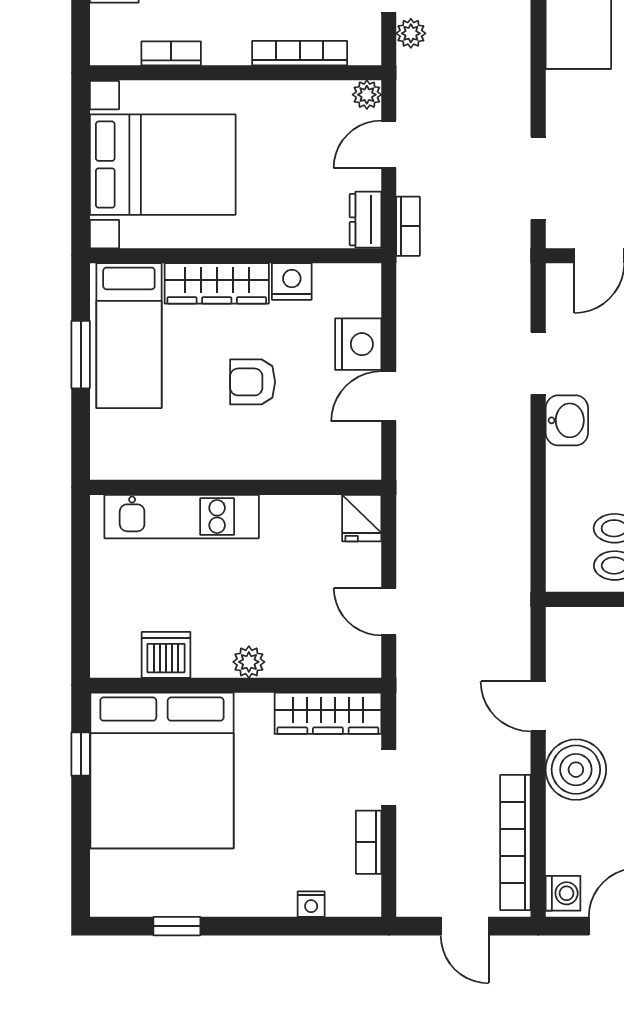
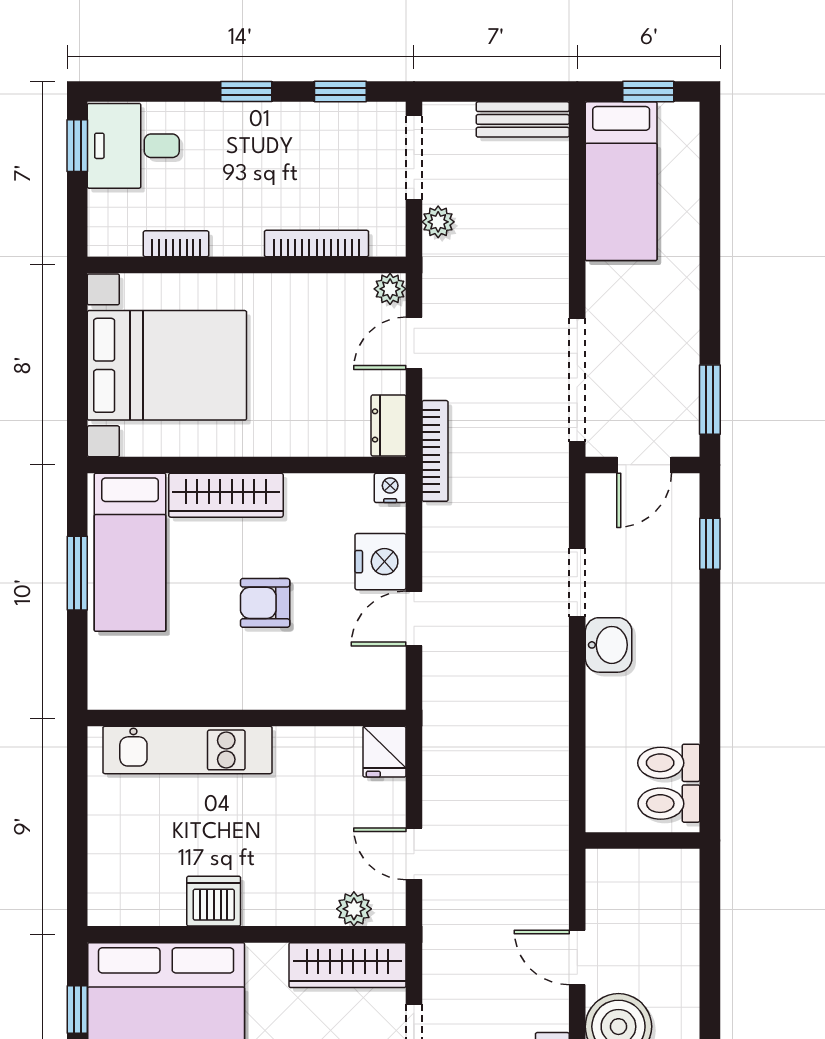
doorway: (538, 178) -> (577, 380), width x1.36
bookcase: (408, 226) -> (435, 451), width x1.56
nightstand: (292, 281) -> (390, 488), moved, width x0.72, depth x0.74
dishwasher: (166, 655) -> (214, 901), moved
plant: (249, 662) -> (354, 909), moved

